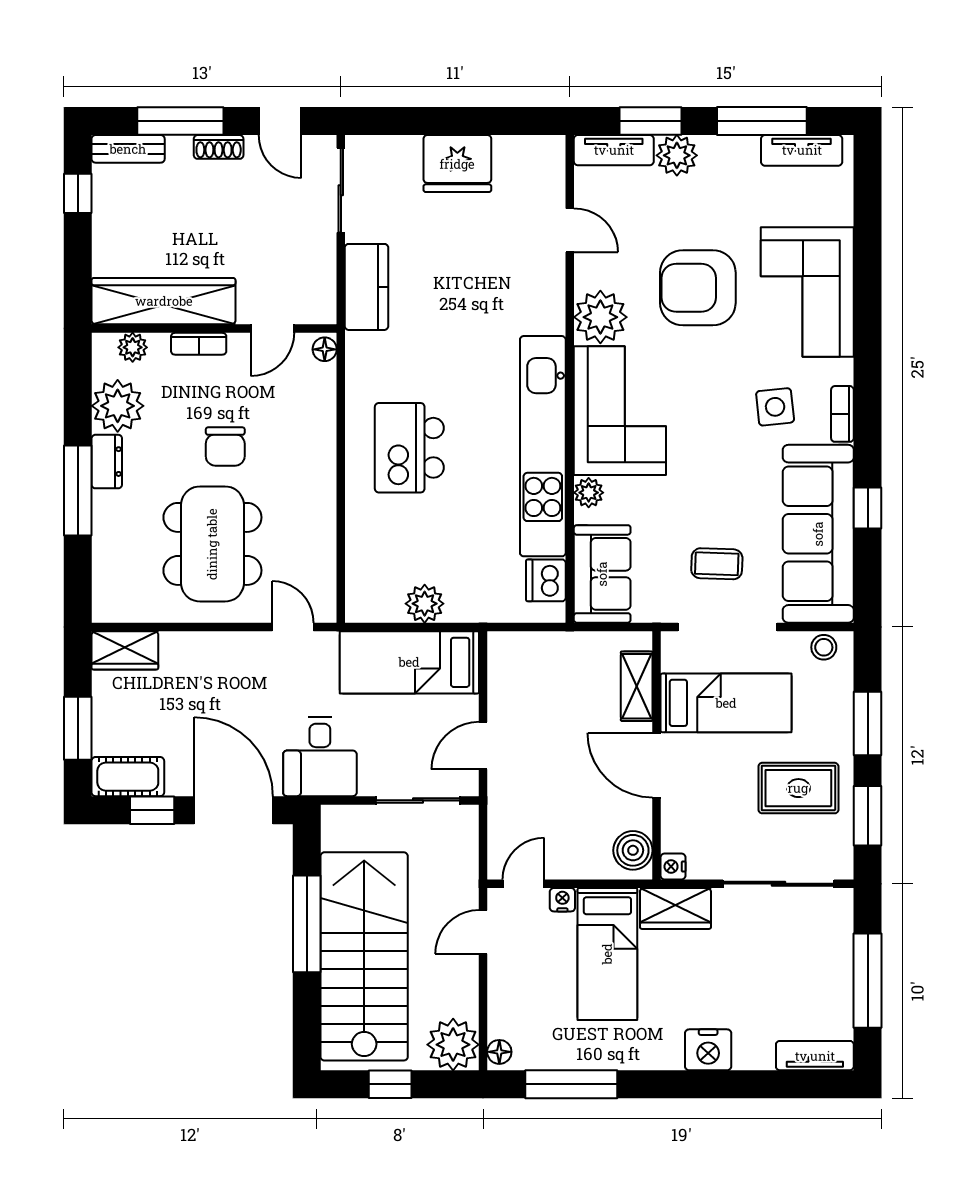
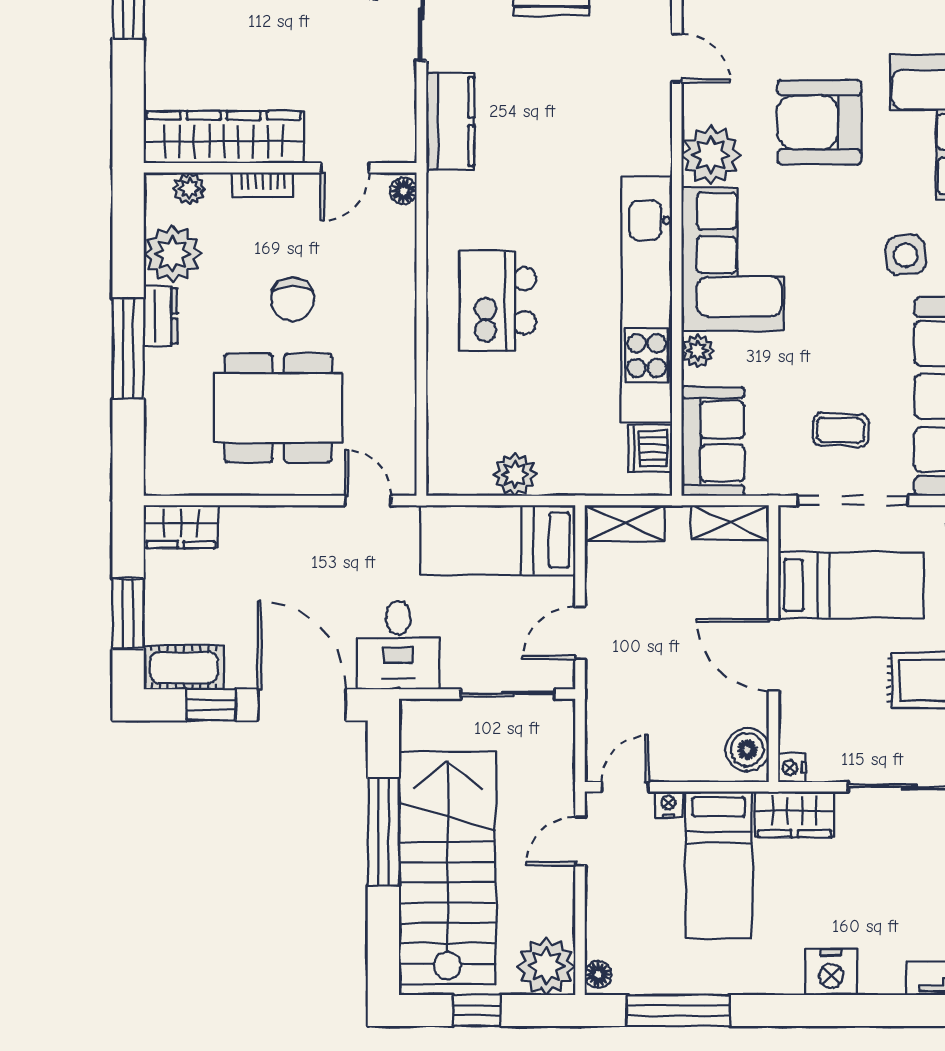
dining table: (212, 544) -> (278, 408), turned 90
shelving: (523, 647) -> (625, 523), added
shelving: (637, 686) -> (730, 523), moved, turned 90

